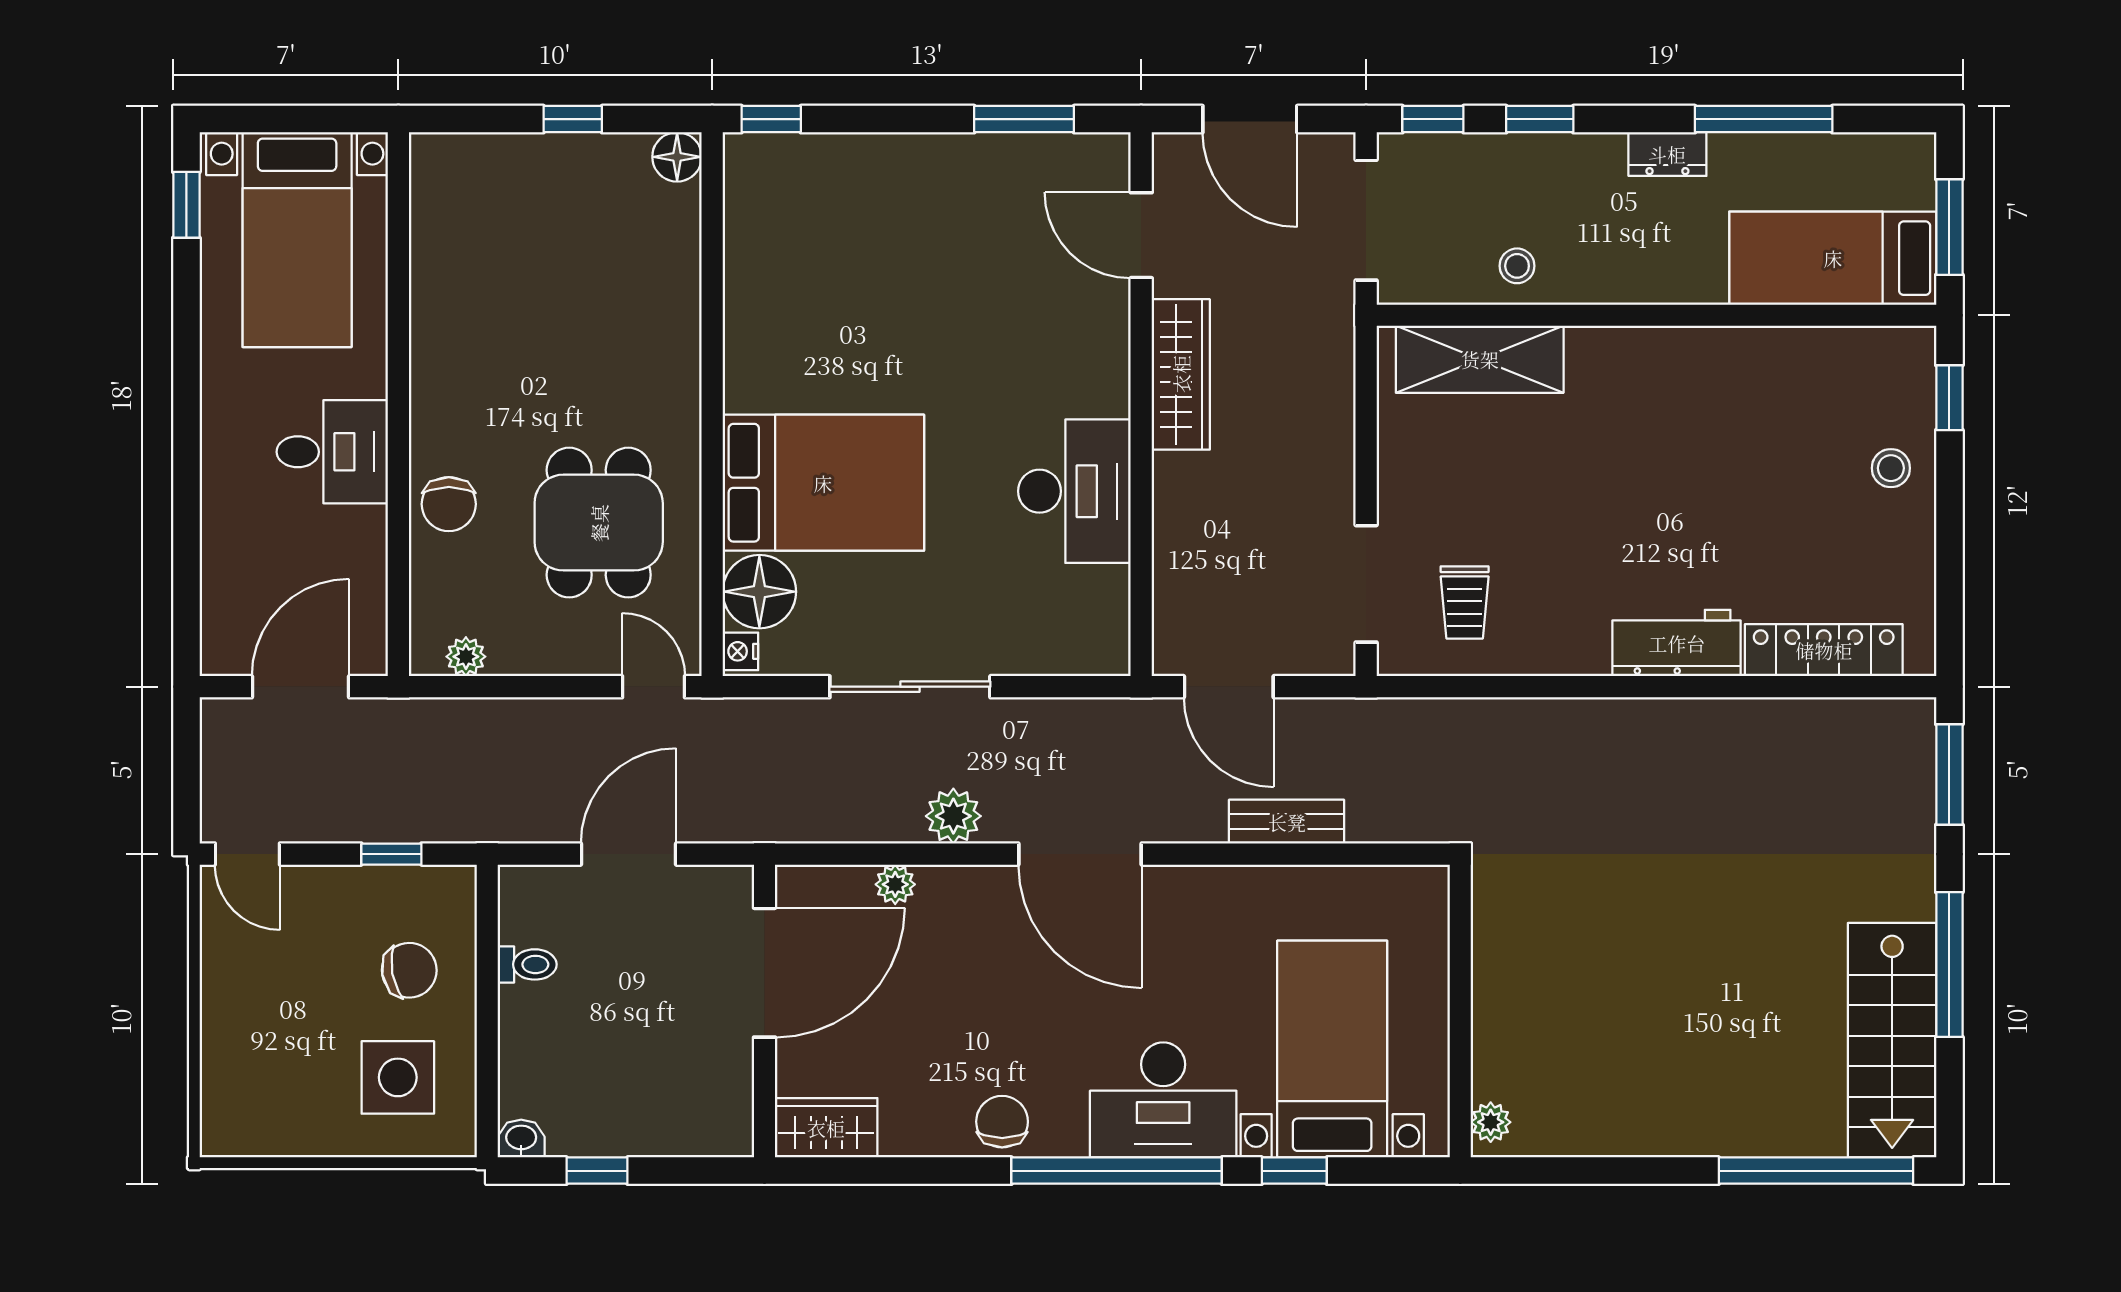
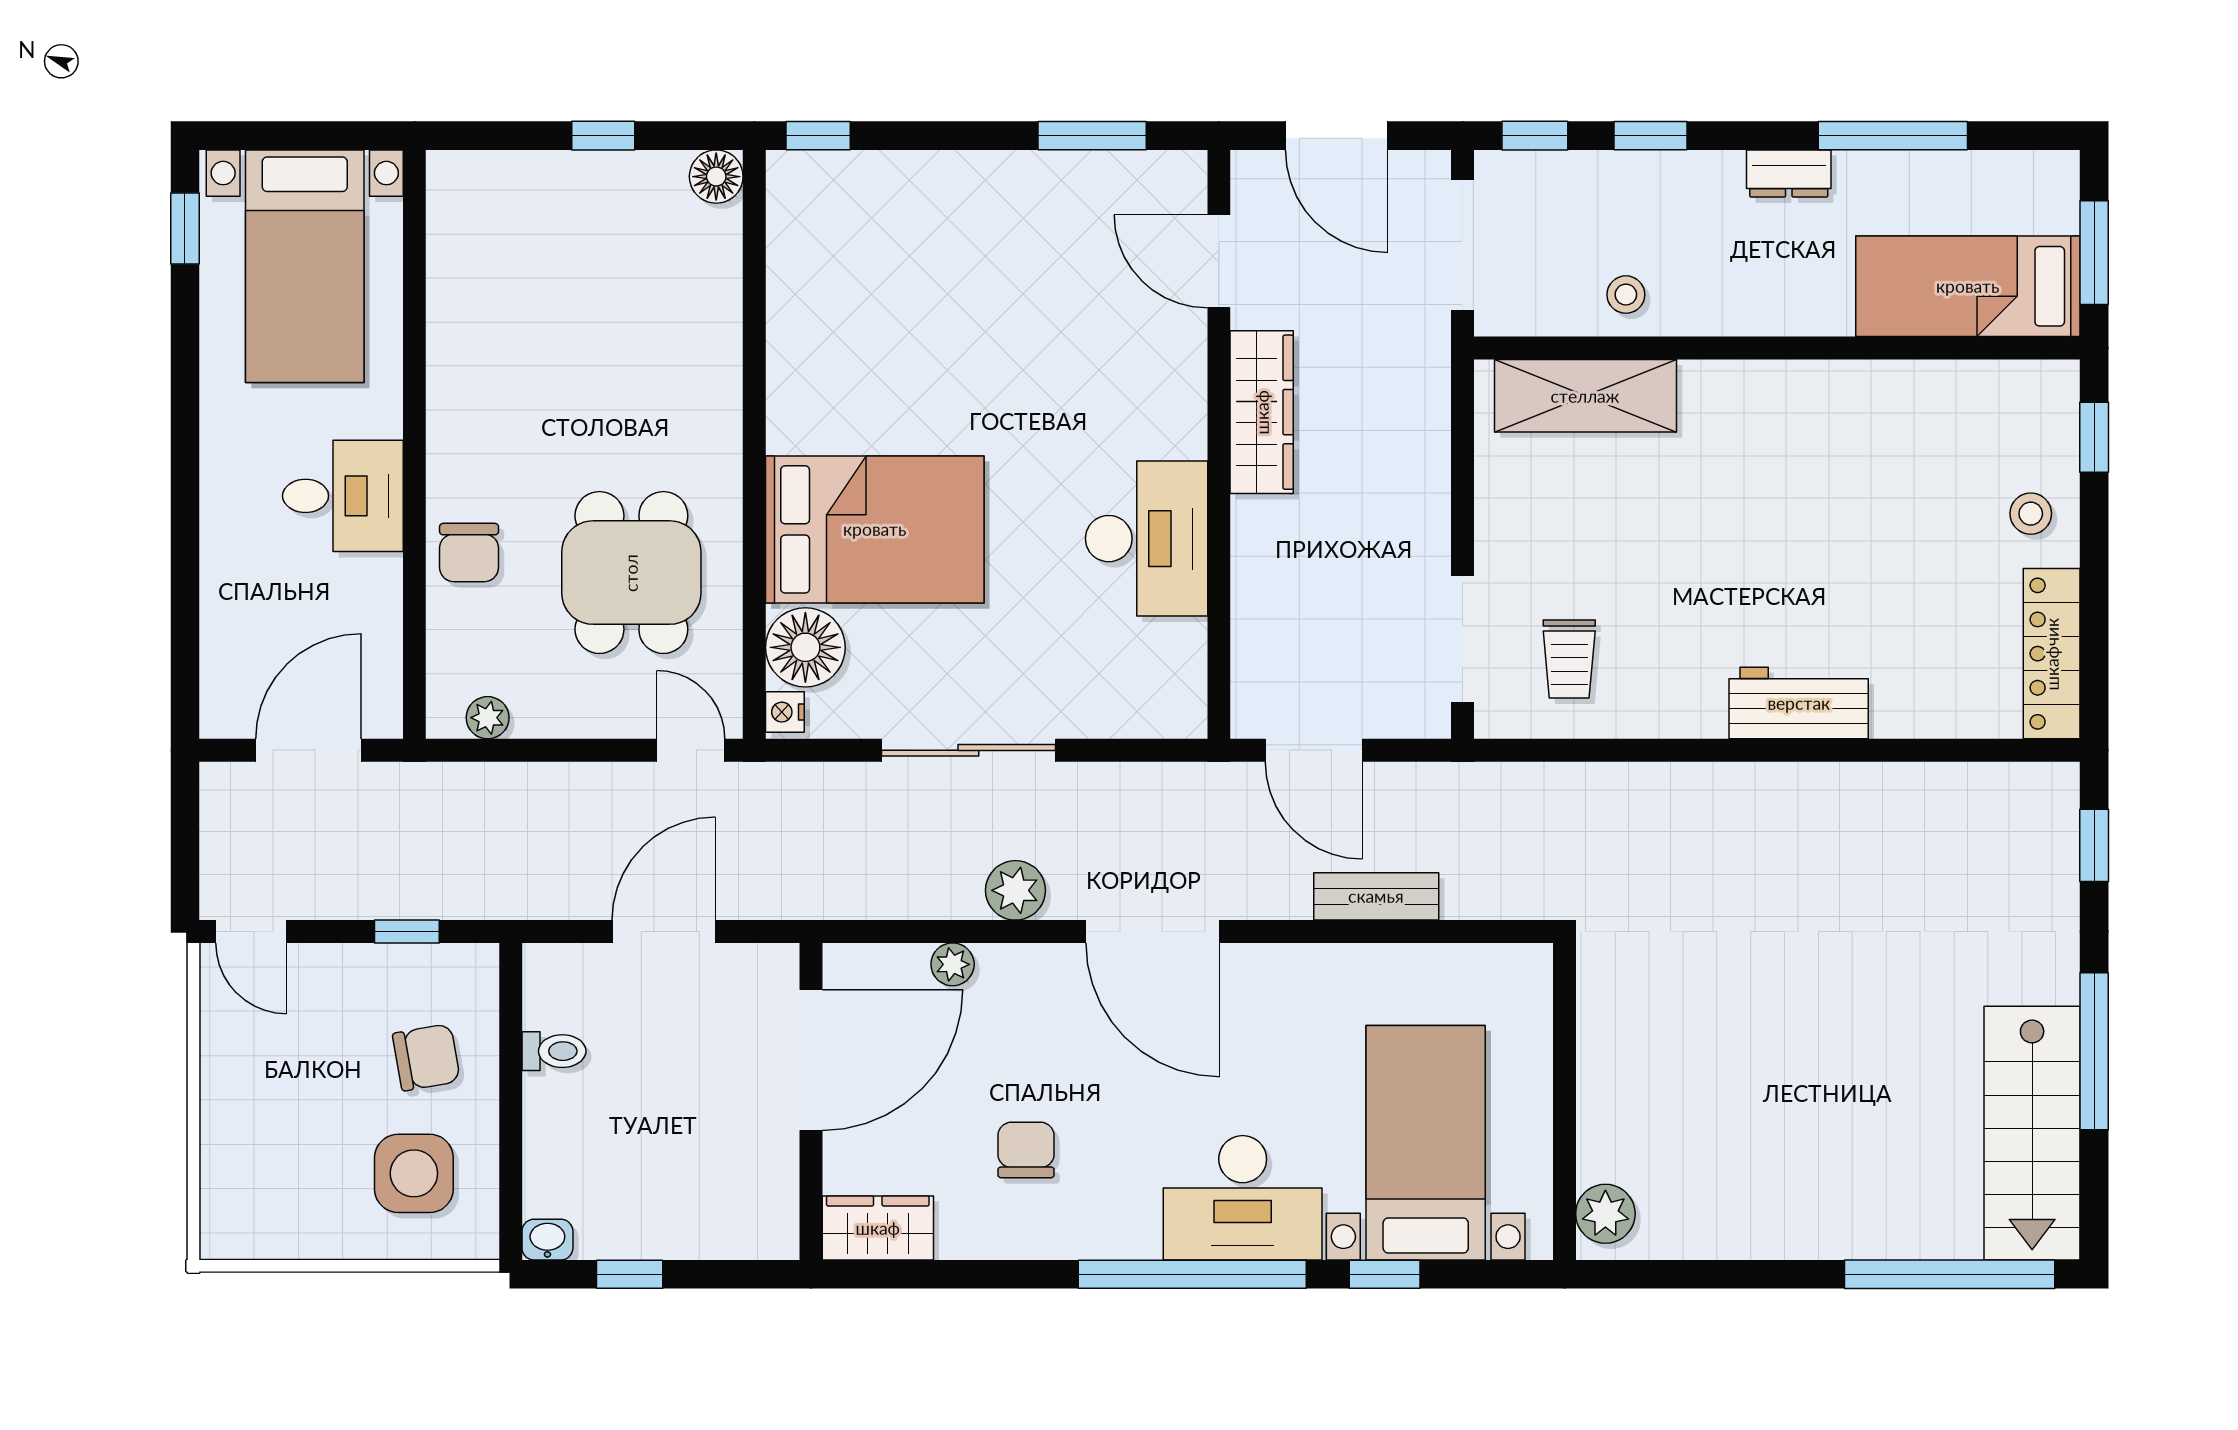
locker: (1824, 650) -> (2052, 654), moved, turned -90
window: (1949, 774) -> (2094, 845), width x0.67
chair: (1002, 1122) -> (1026, 1150), moved
plant: (1491, 1122) -> (1605, 1214), width x1.38, depth x1.38

